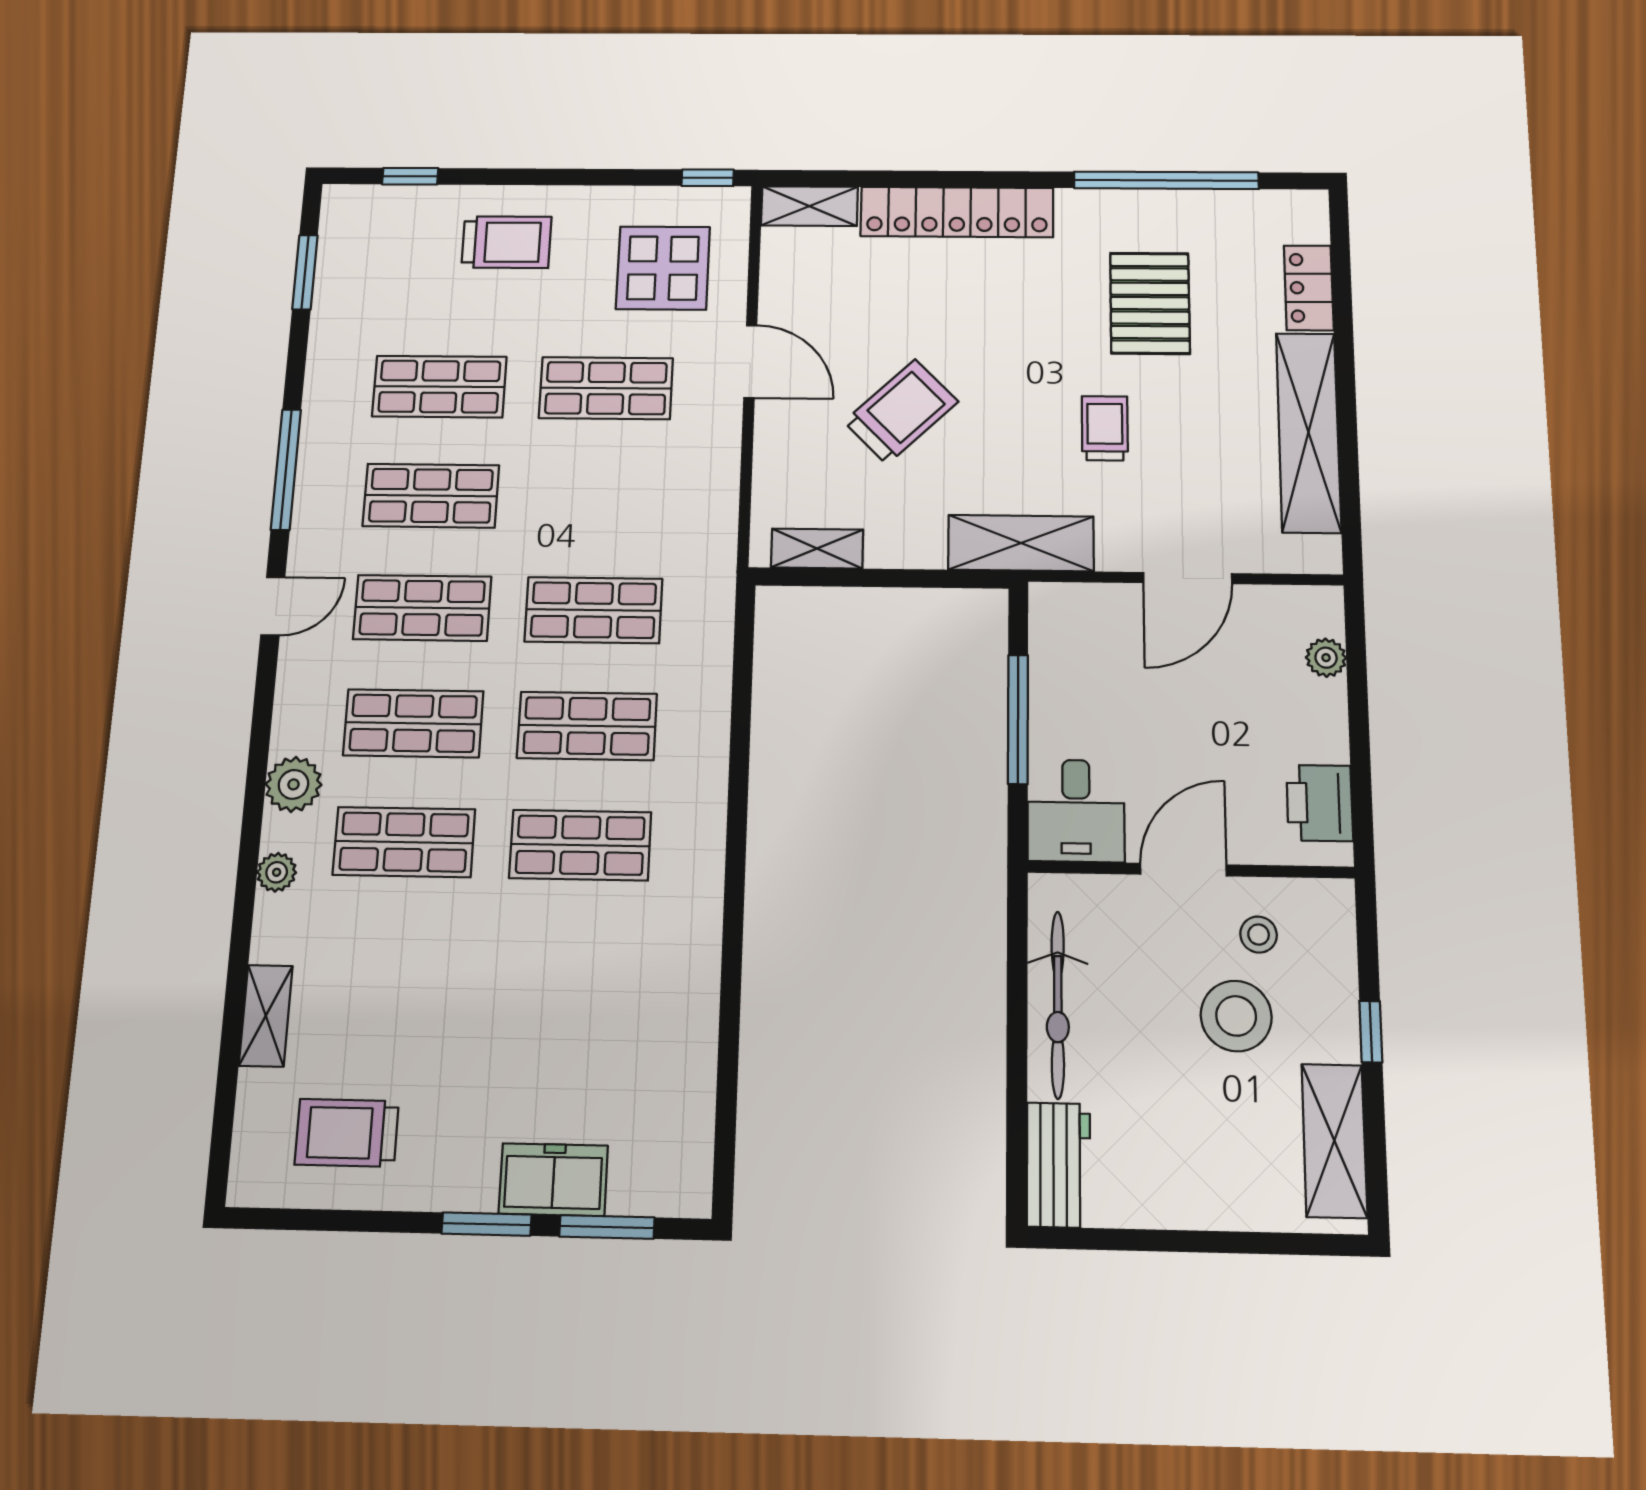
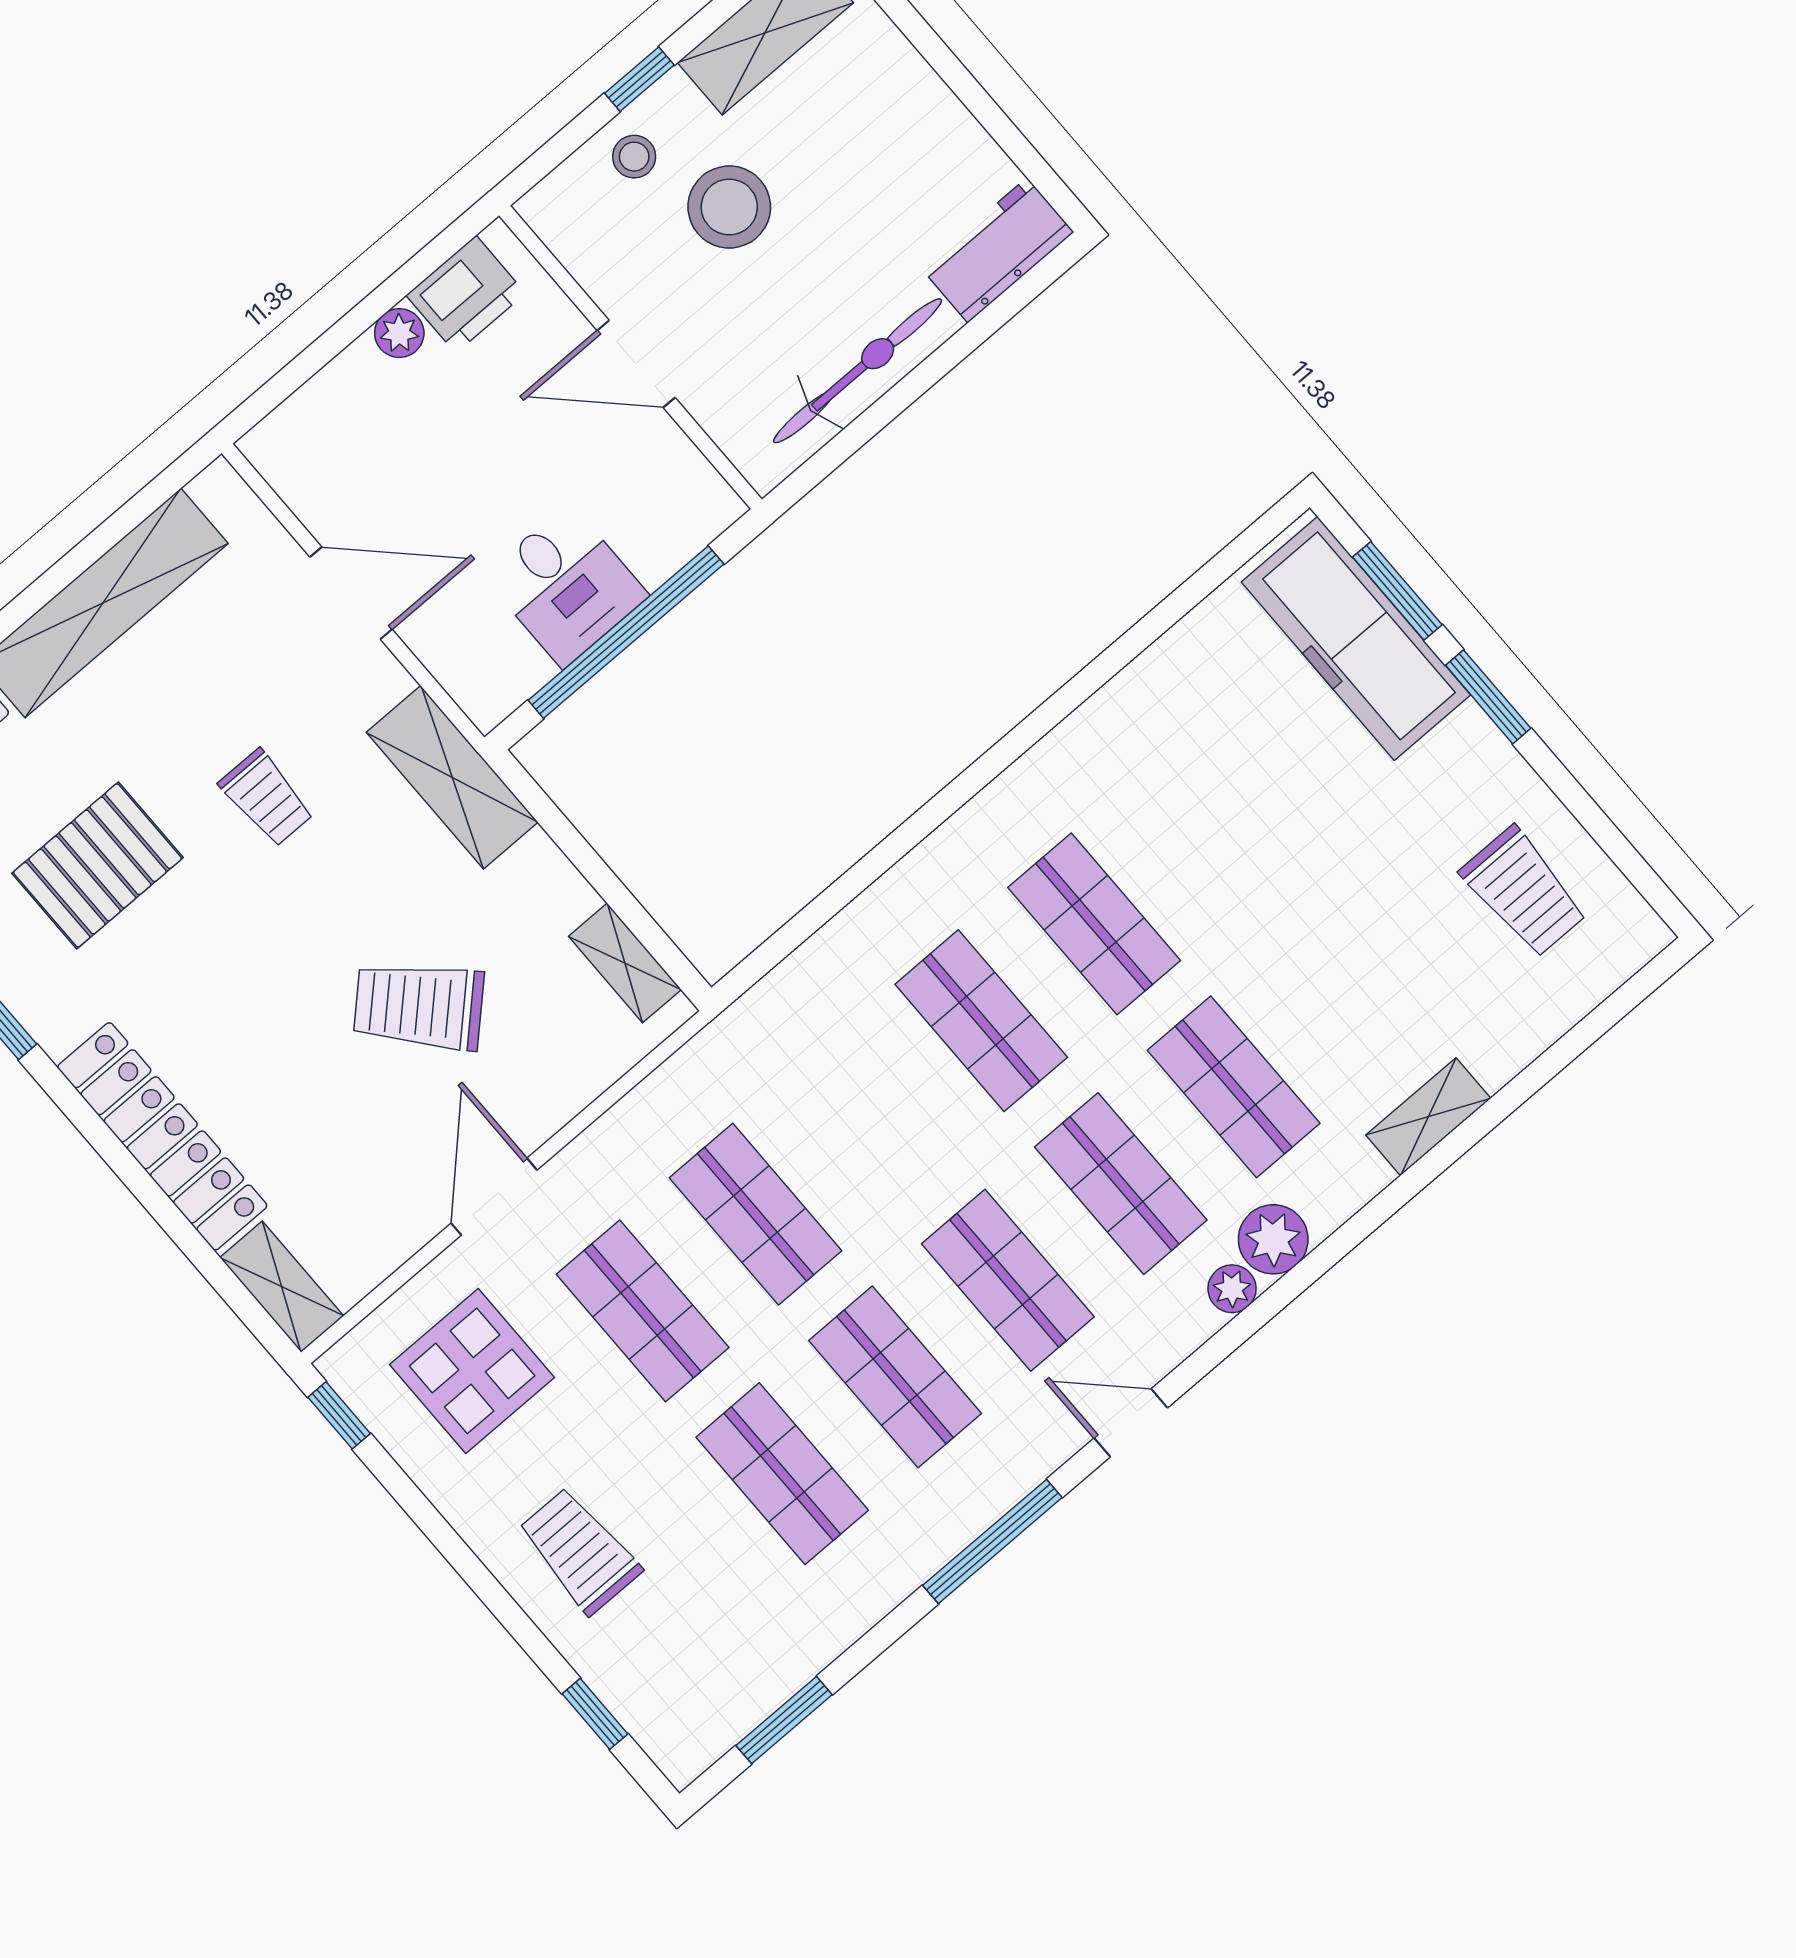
trolley: (1105, 428) -> (267, 798), turned -90
shop shelf: (593, 610) -> (756, 1214), moved
plant: (1326, 658) -> (399, 333), moved
window: (1018, 719) -> (626, 632), width x1.46
desk: (1076, 811) -> (566, 586), moved, turned 90
plant: (277, 872) -> (1232, 1289), moved
stool: (1259, 935) -> (634, 157), moved
shelving: (266, 1016) -> (1428, 1117), moved
freezer: (553, 1180) -> (1356, 638), width x1.91, depth x1.26

